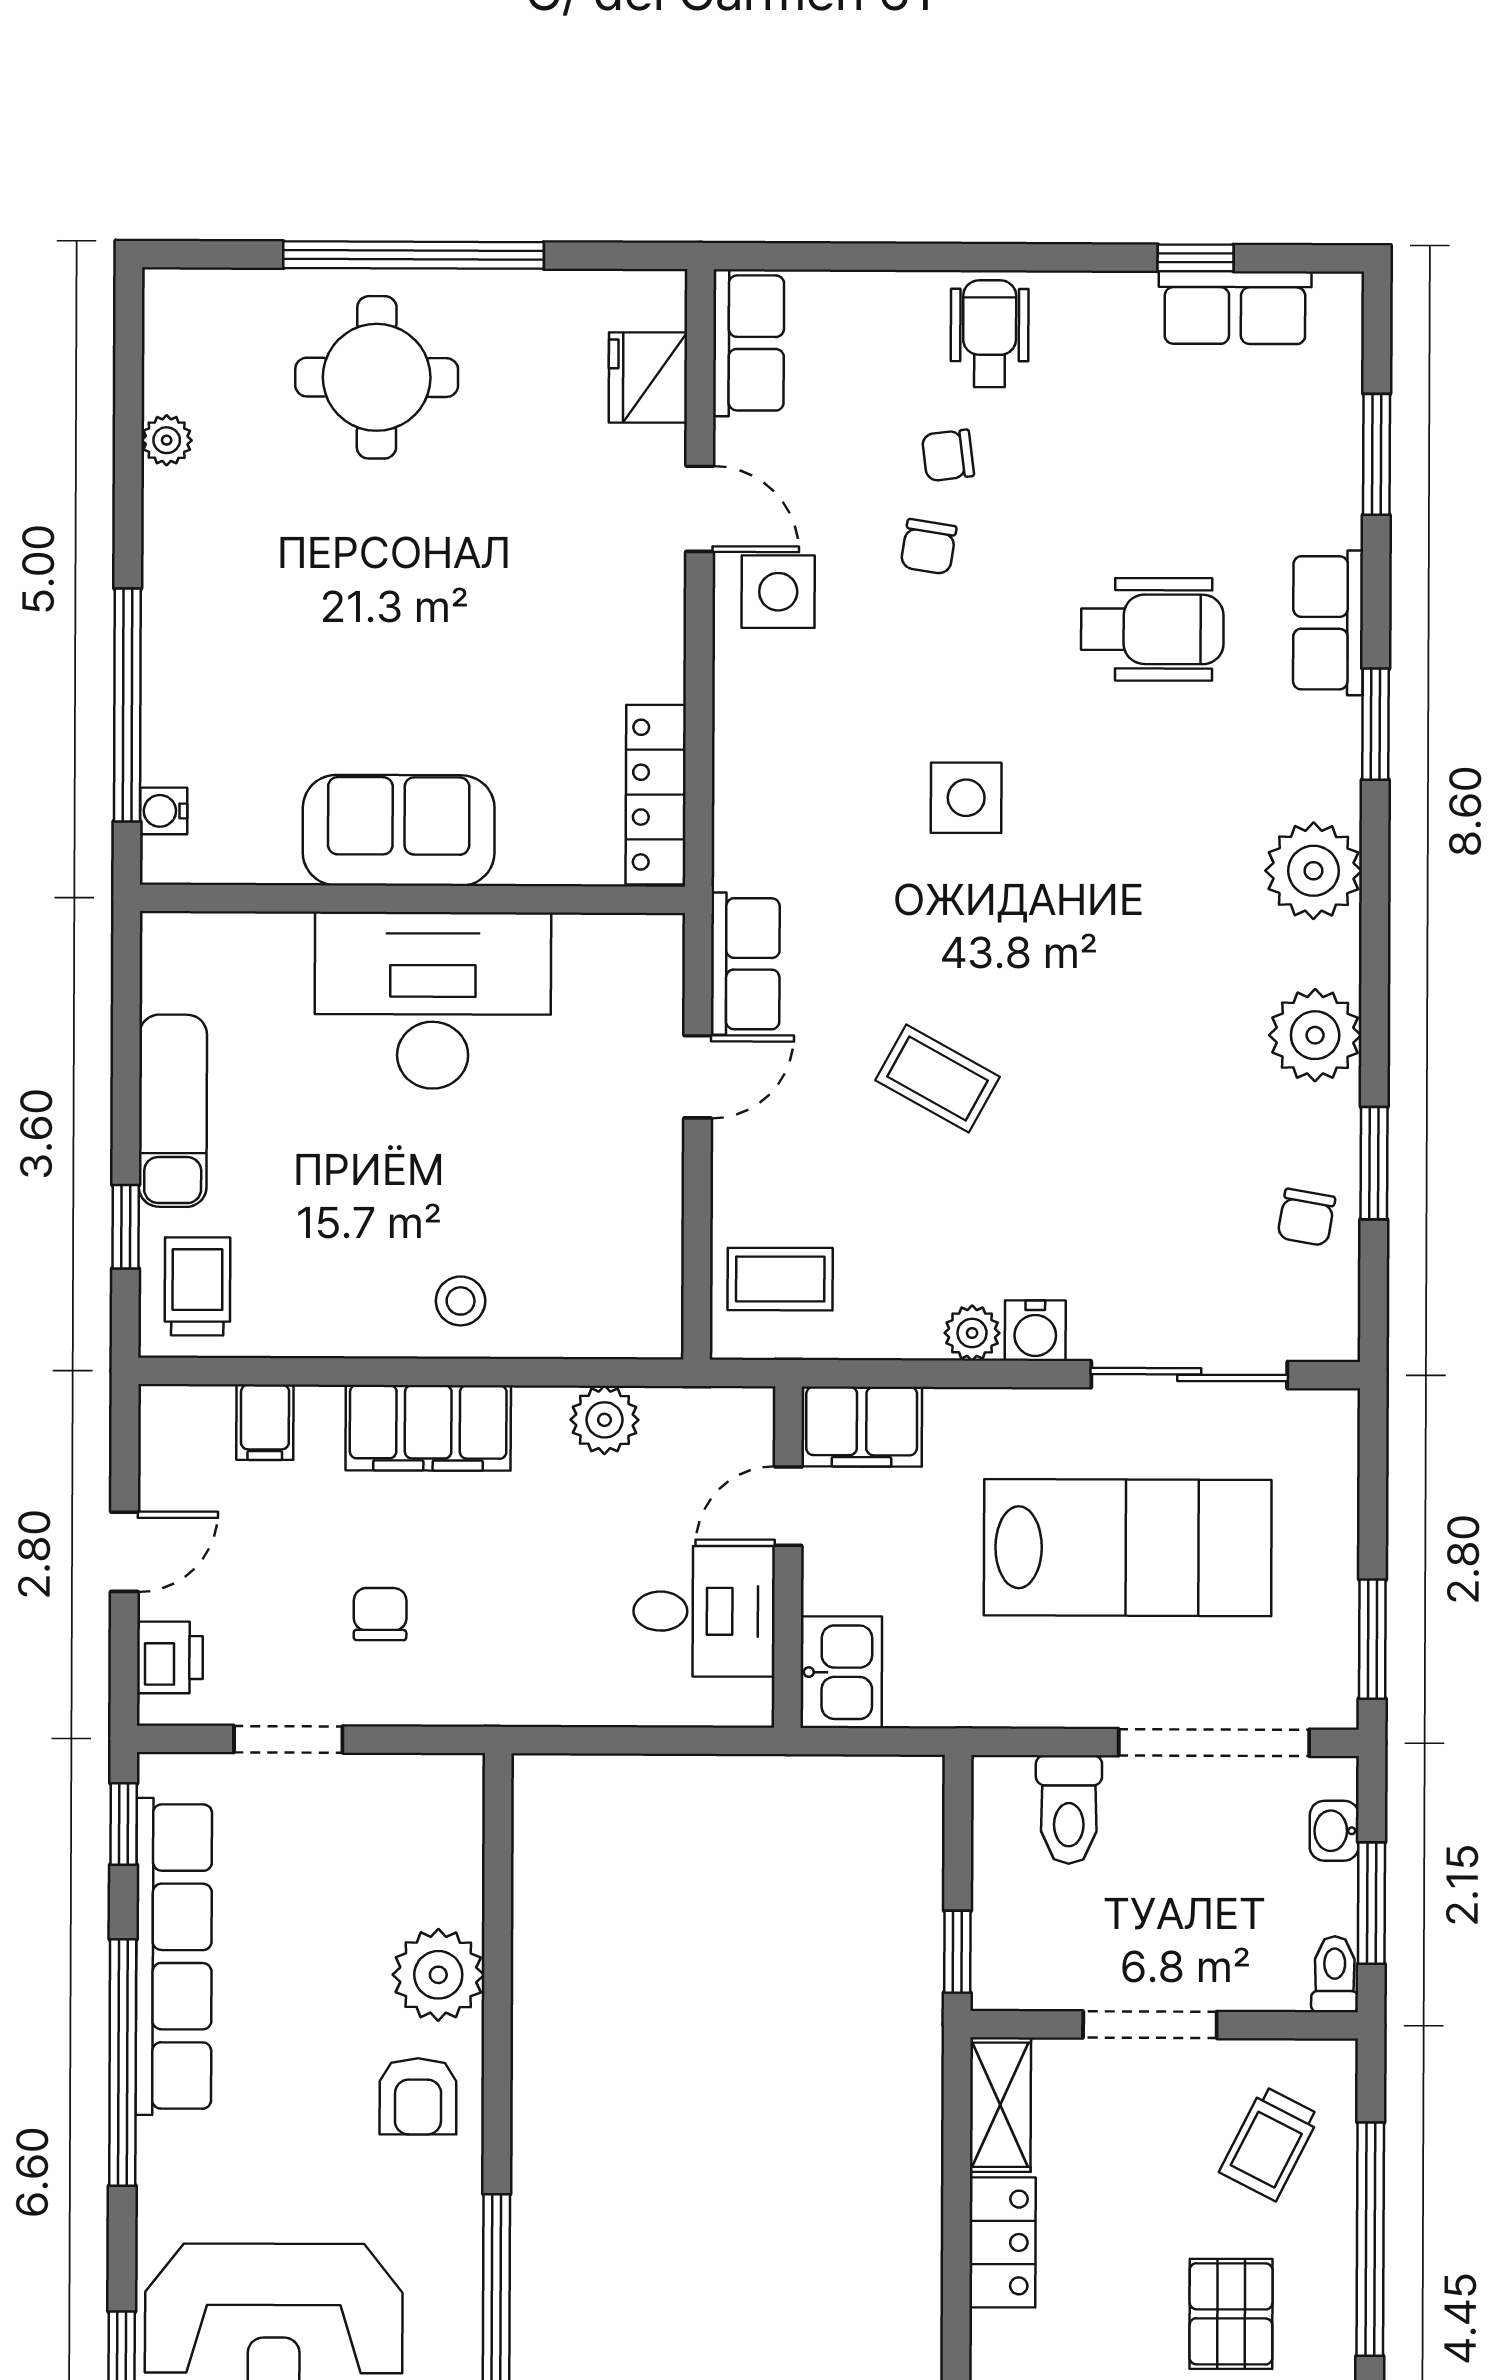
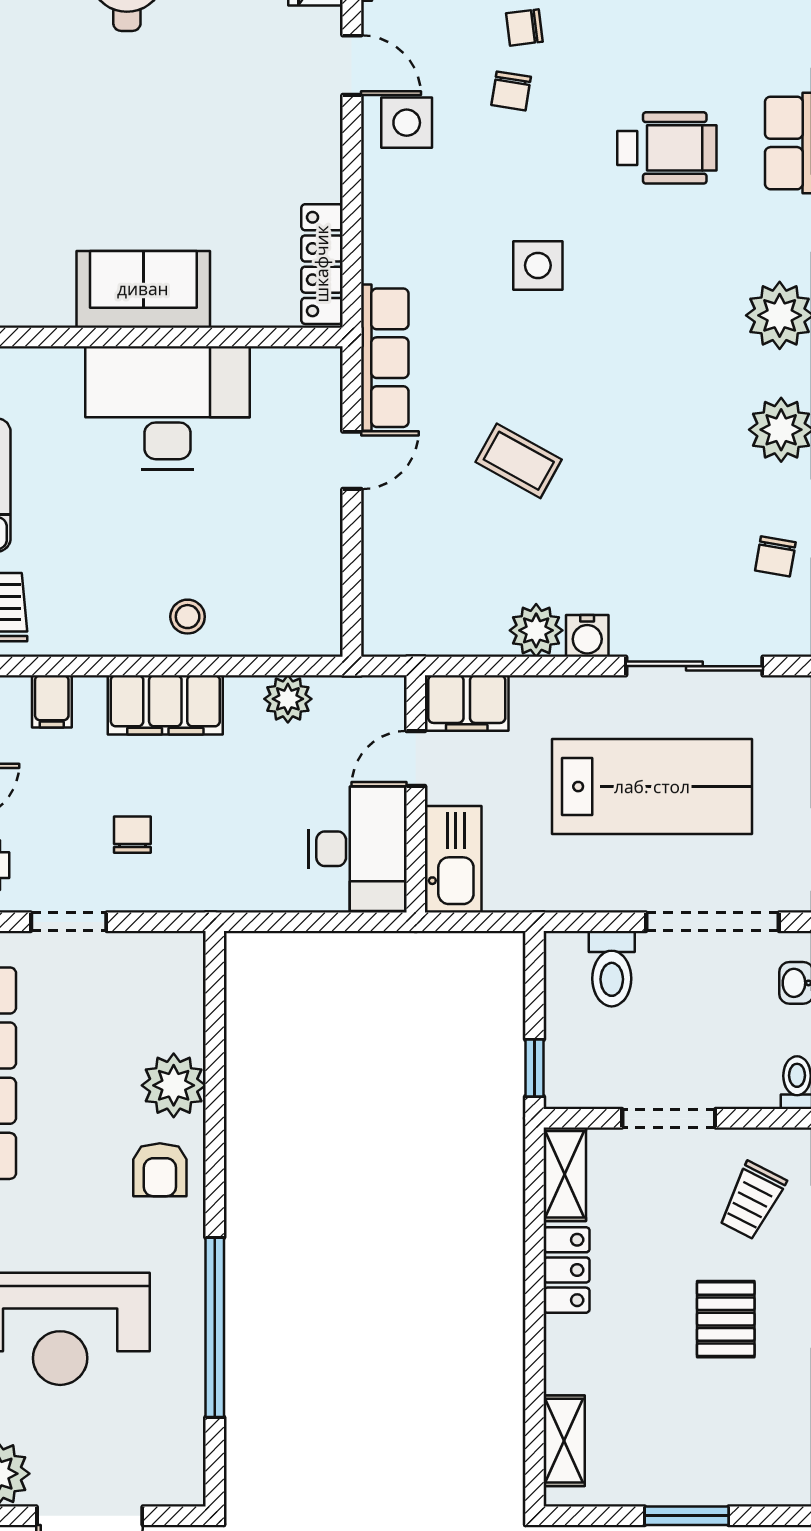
row of seats: (745, 964) -> (385, 358), width x1.48
coffee table: (780, 1279) -> (410, 601), removed
plant: (972, 1333) -> (536, 630), width x1.38, depth x1.38
desk: (704, 1611) -> (358, 849), width x1.37
kitchen sink: (841, 1672) -> (453, 859), width x1.38

